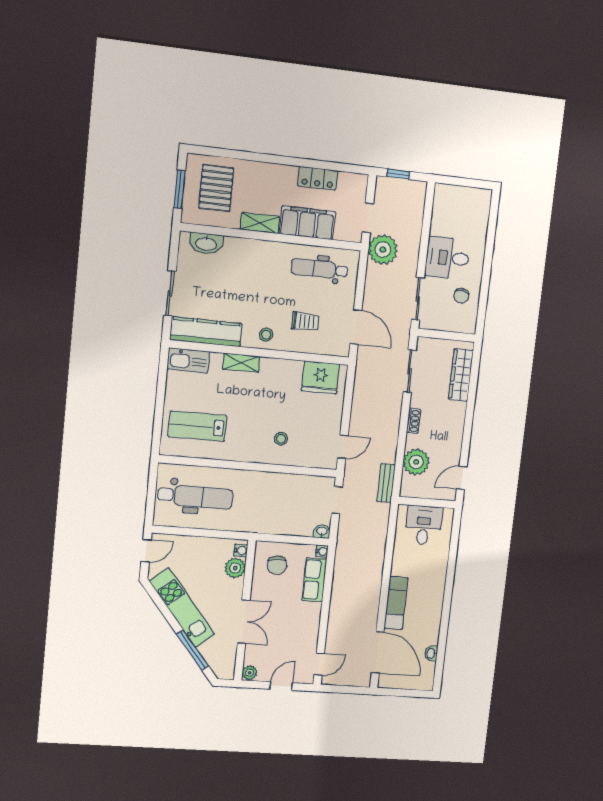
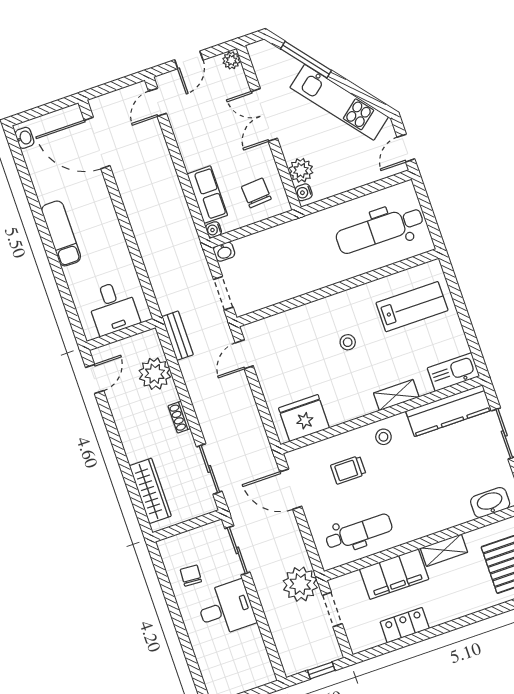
stool: (281, 439) -> (348, 342), moved
exam couch: (396, 603) -> (61, 233), moved, turned 180
washbasin: (431, 653) -> (25, 138), moved

